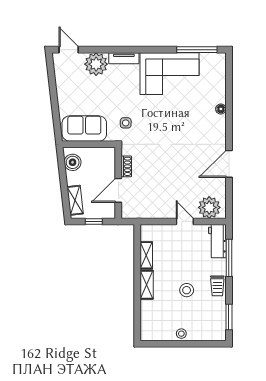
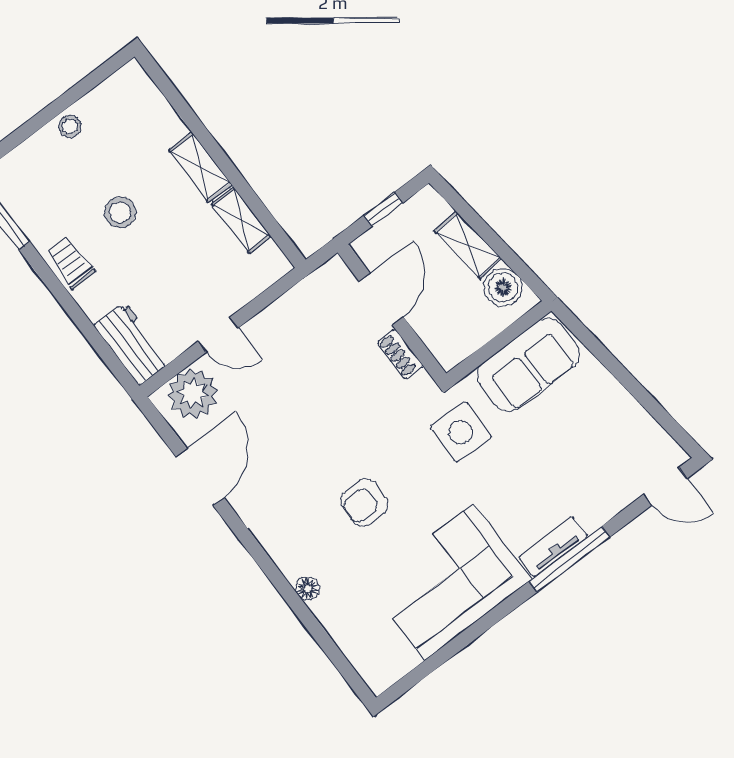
window: (197, 50) -> (569, 559), moved
plant: (96, 64) -> (596, 498), removed
side table: (126, 123) -> (461, 432), width x1.87, depth x1.87
armchair: (178, 124) -> (365, 503), added
door: (229, 164) -> (200, 477), moved
shelving: (75, 200) -> (468, 245), moved
window: (229, 258) -> (88, 329), removed

